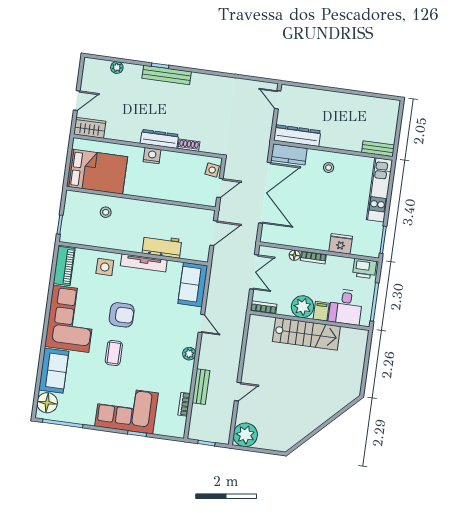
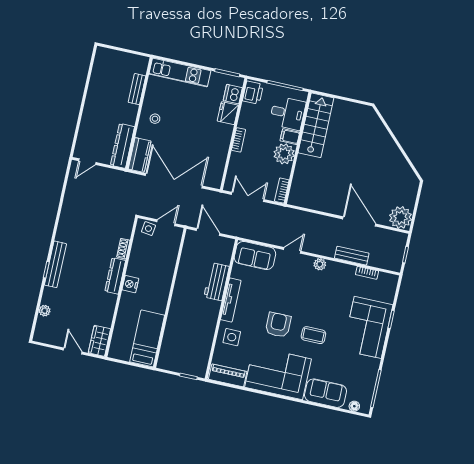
bench: (378, 149) -> (137, 89), moved
bed: (97, 172) -> (147, 338), width x0.67
door: (220, 188) -> (166, 223), hinge flipped
stool: (106, 212) -> (180, 332), removed
dishwasher: (361, 247) -> (233, 94), added
floor lamp: (295, 255) -> (235, 157), removed
stairs: (306, 334) -> (316, 125), moved
door: (238, 392) -> (359, 221), width x1.88
floor lamp: (47, 403) -> (354, 406), width x0.53, depth x0.53

